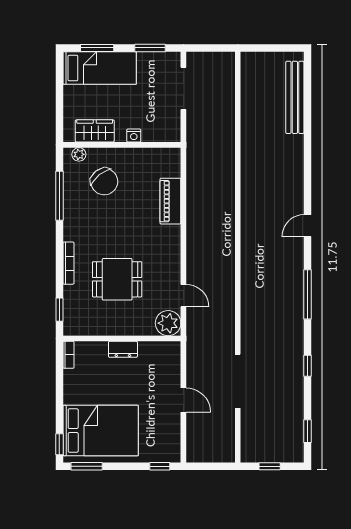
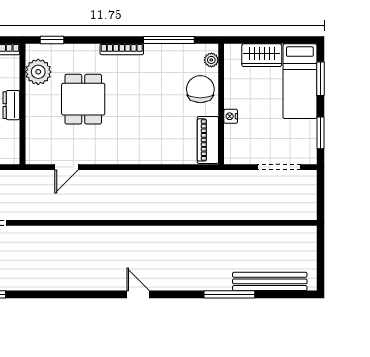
wardrobe: (95, 131) -> (262, 55), moved, turned 90
chair: (104, 182) -> (200, 89), moved, turned 129
piano: (170, 201) -> (208, 140), moved, turned -90
bookcase: (68, 263) -> (122, 49), moved
window: (307, 294) -> (229, 294), moved
plant: (168, 323) -> (38, 72), moved

